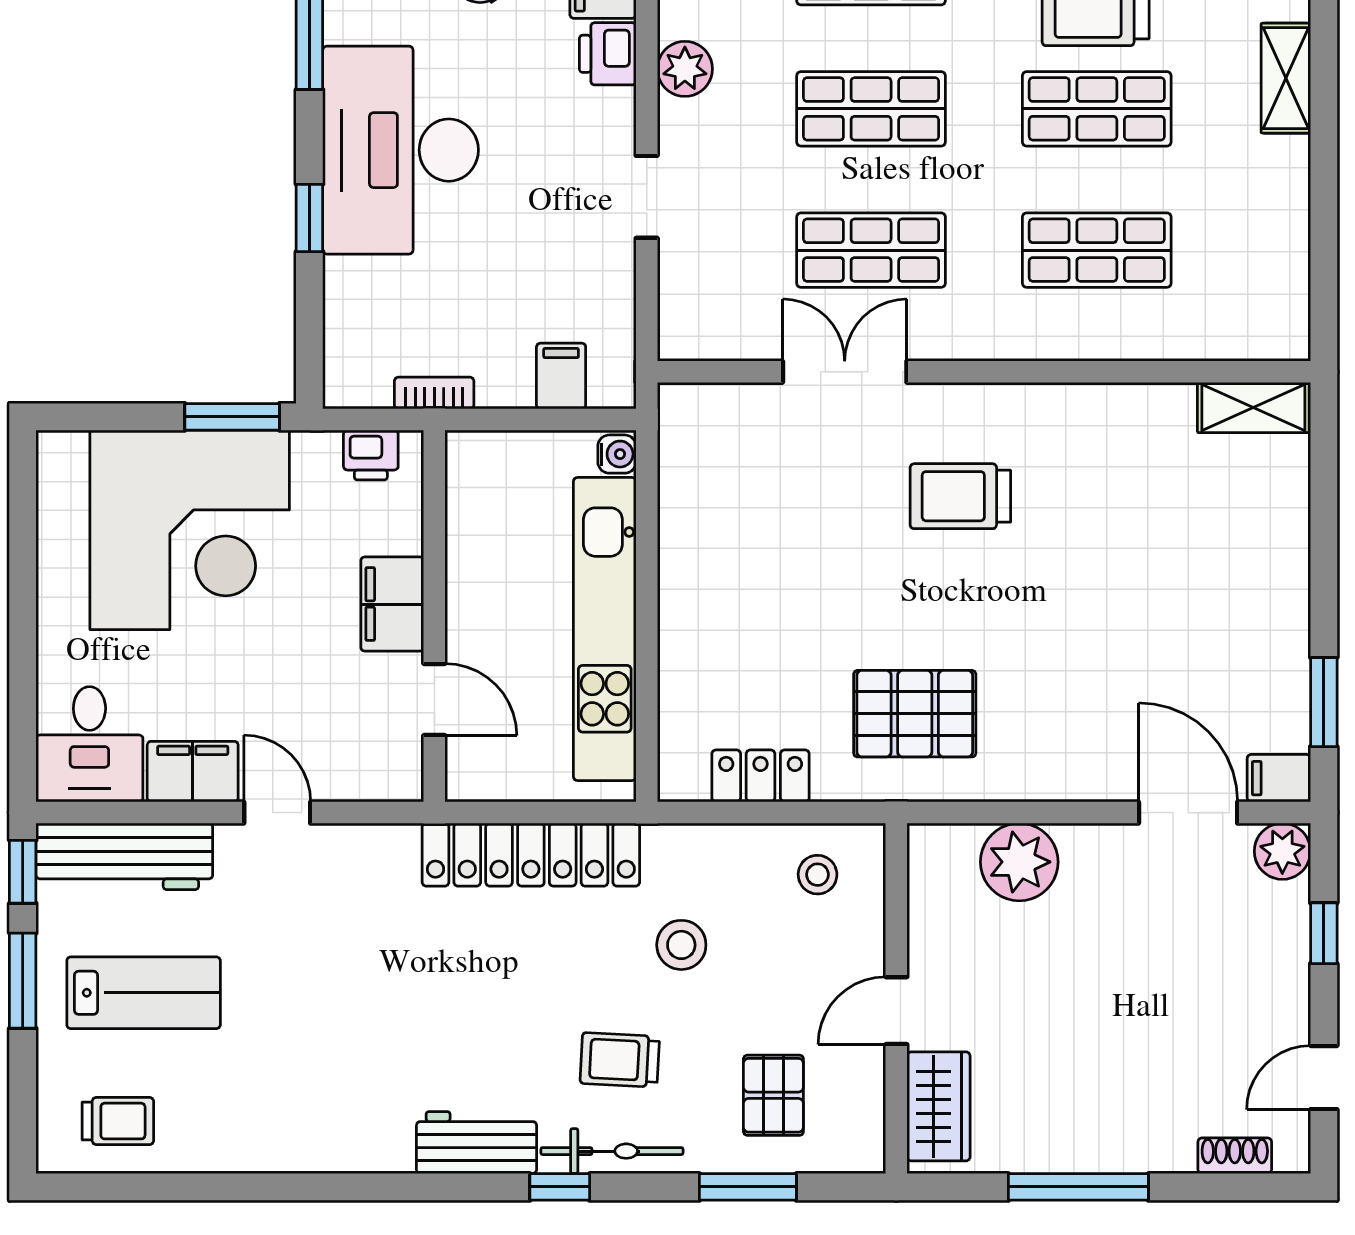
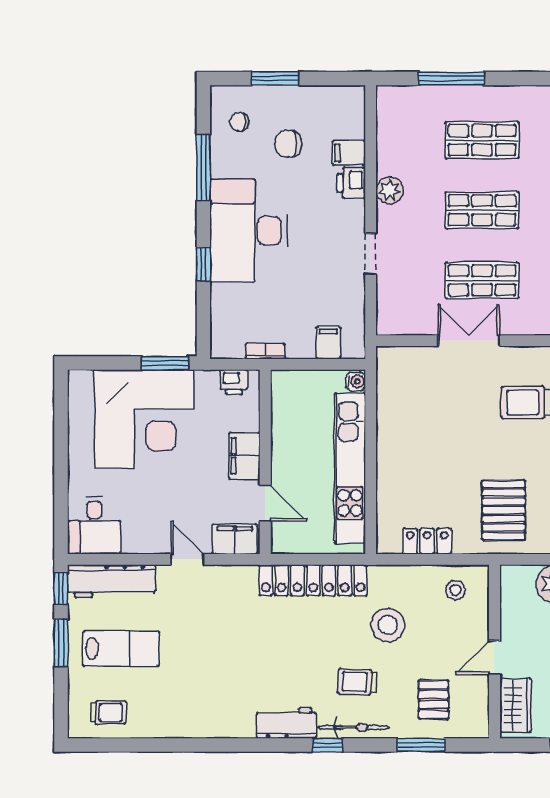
pallet: (915, 714) -> (504, 510), turned 90
filing cabinet: (193, 772) -> (235, 539), moved
stool: (681, 945) -> (388, 625), width x1.38, depth x1.38

